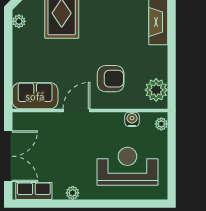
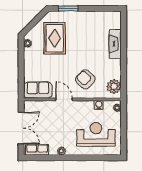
armchair: (111, 79) -> (85, 79), turned -137
door: (76, 111) -> (64, 99), hinge flipped

